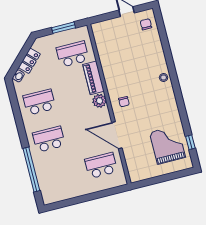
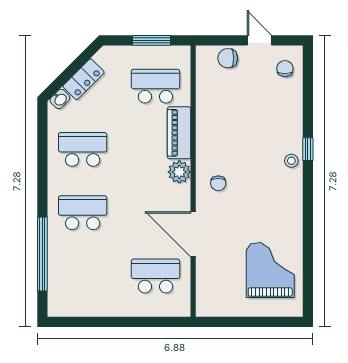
chair: (111, 27) -> (228, 58), added
window: (190, 142) -> (308, 149), moved

